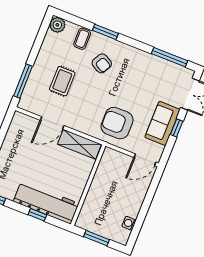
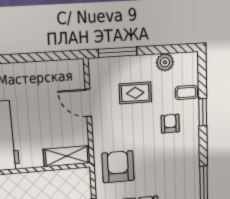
plant: (57, 25) -> (165, 62), moved
armchair: (102, 63) -> (170, 124), turned 151
shelving: (79, 144) -> (67, 156), moved, turned 90

